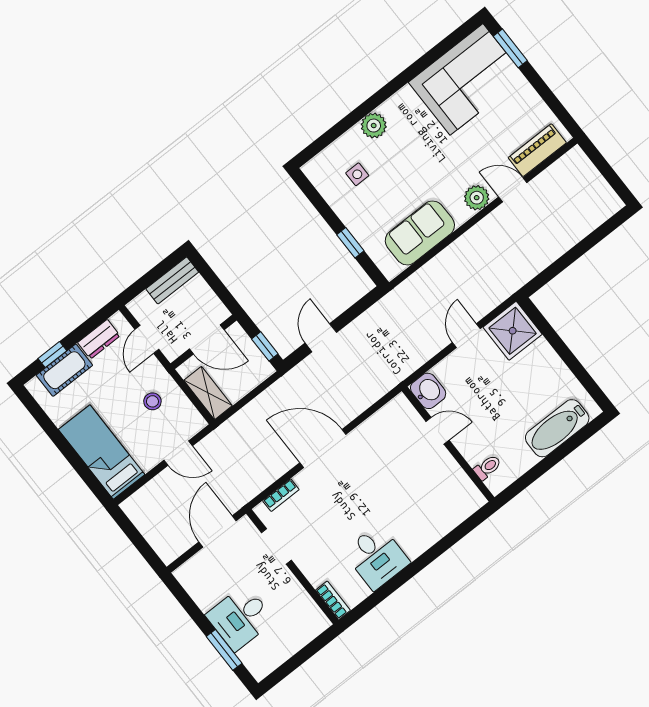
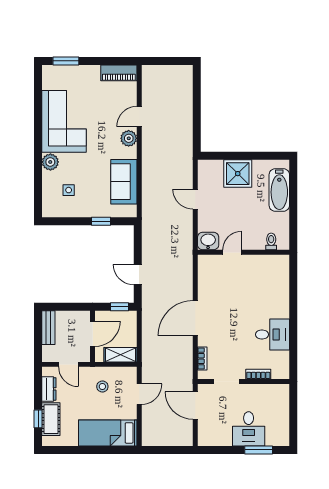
corner sofa: (467, 79) -> (64, 121), moved
piano: (537, 150) -> (119, 73), moved, turned -90
shower: (513, 331) -> (238, 174), moved
bookcase: (333, 600) -> (258, 374), moved

